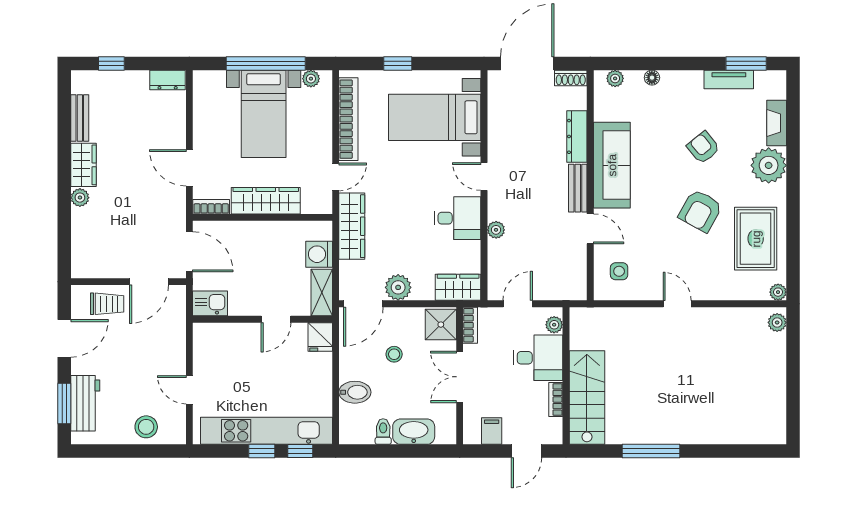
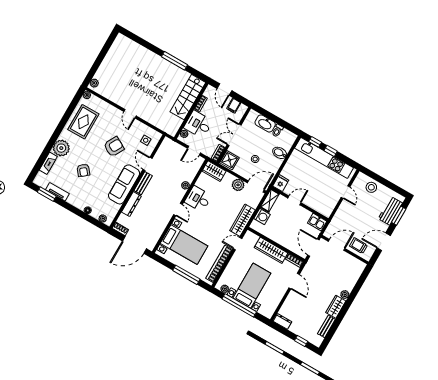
window: (398, 63) -> (186, 275), width x2.17
armchair: (700, 211) -> (114, 147), moved
double door: (460, 377) -> (234, 135), swing flipped
door: (527, 451) -> (224, 90), swing flipped

